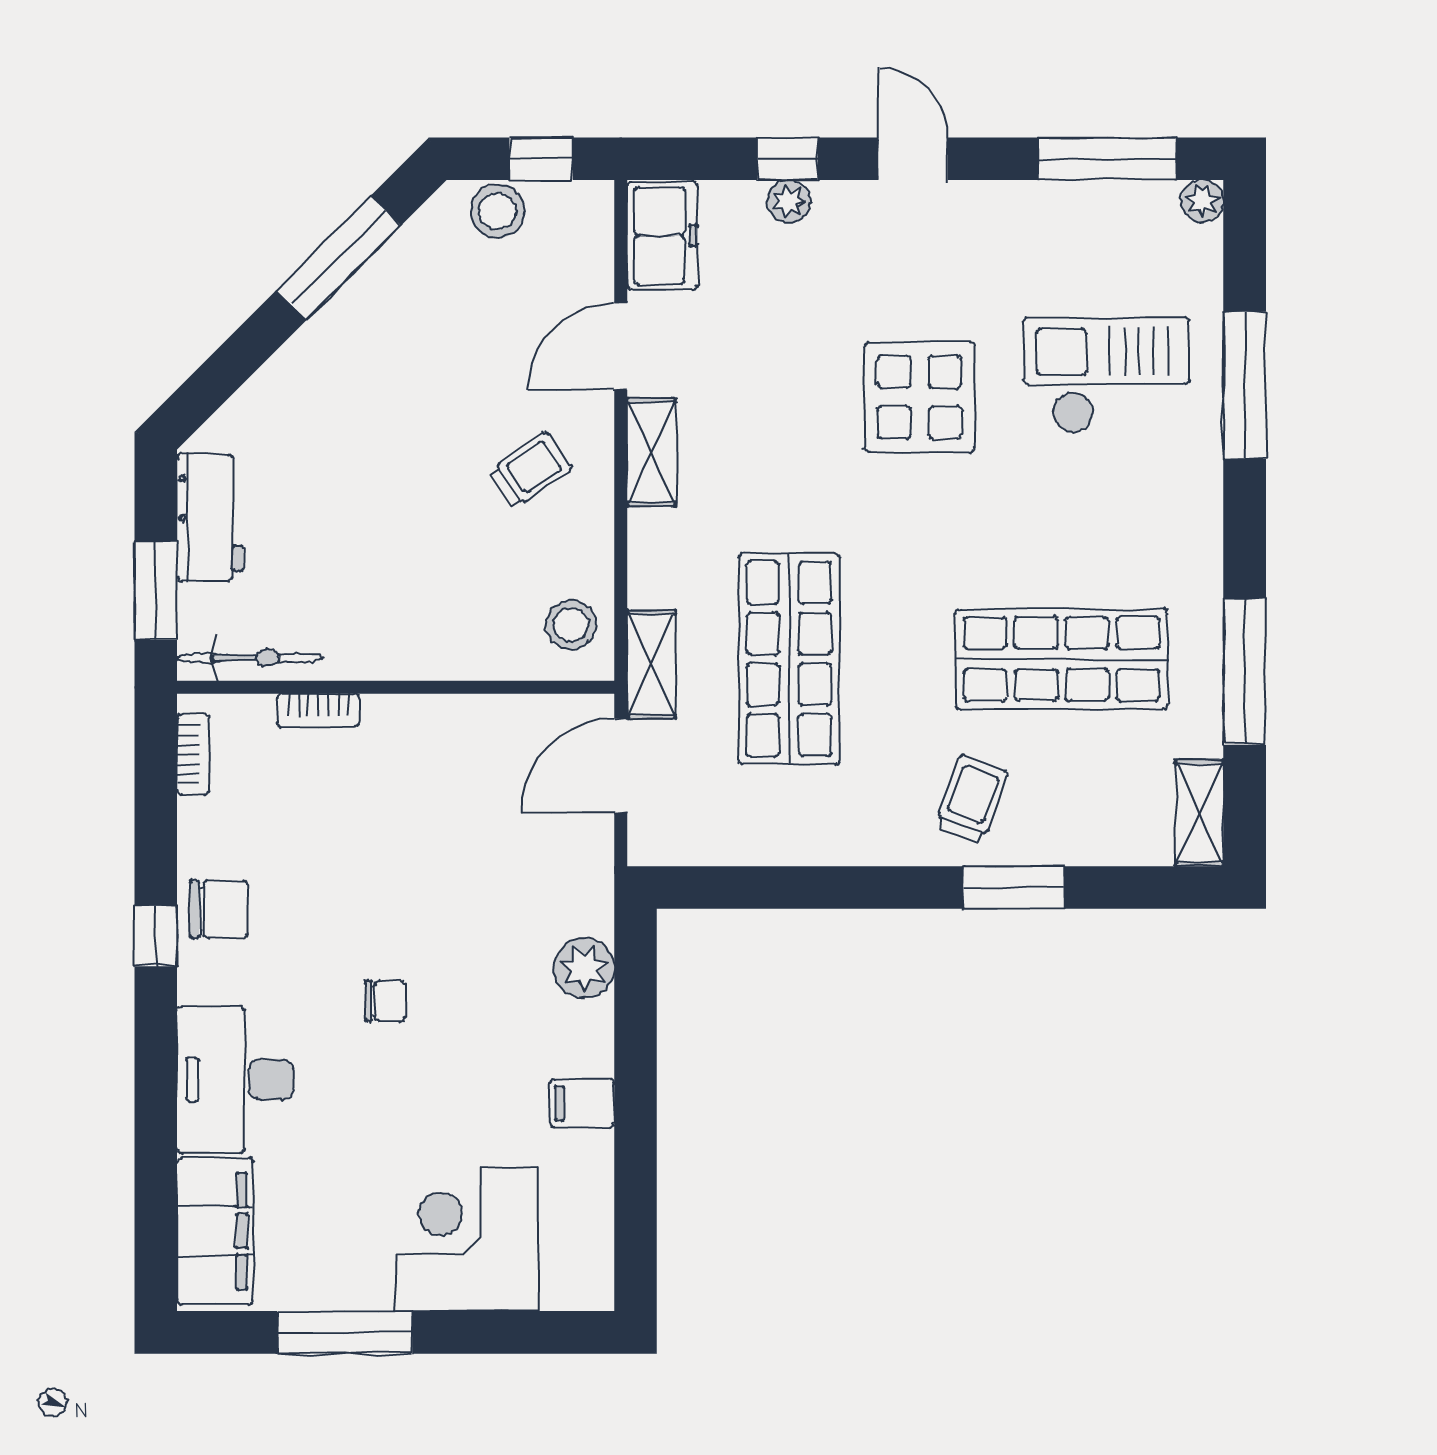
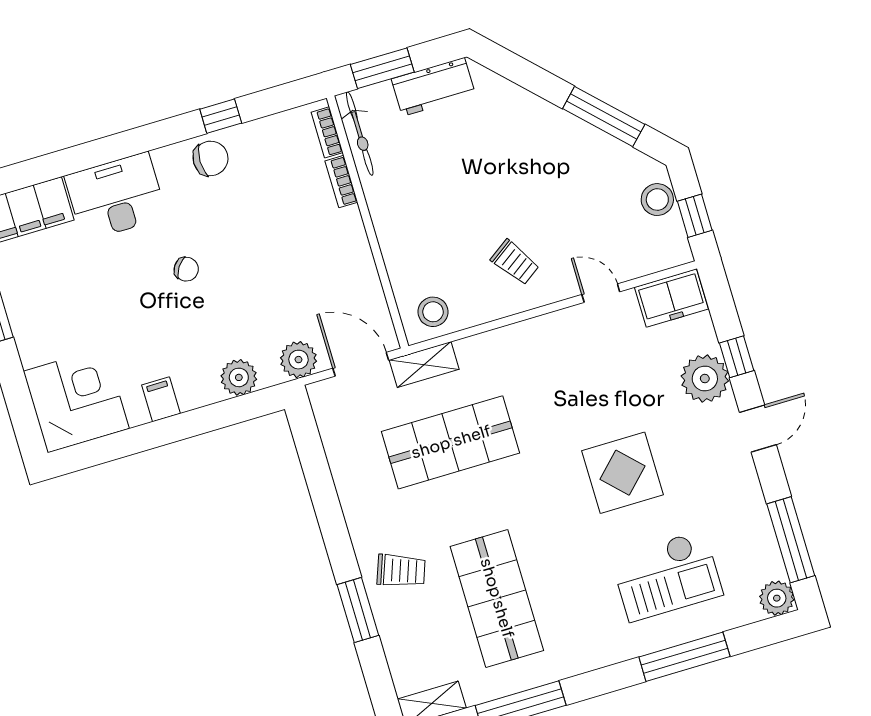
plant: (789, 201) -> (705, 379), width x1.87, depth x1.87
plant: (1202, 201) -> (777, 598), width x1.38, depth x1.38
door: (621, 346) -> (601, 293), width x0.73
checkout: (1106, 375) -> (667, 576), turned 90
shelving: (651, 452) -> (545, 329), removed
bookcase: (193, 754) -> (327, 132), moved, turned 90
plant: (584, 864) -> (298, 360), added
chair: (219, 909) -> (210, 158), turned -90
window: (156, 936) -> (221, 116), moved
chair: (385, 1001) -> (186, 269), turned -56
corner desk: (466, 1240) -> (76, 400), moved

